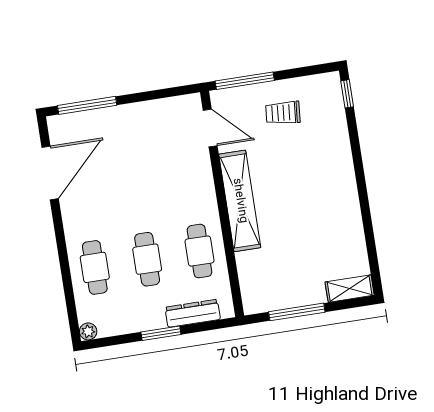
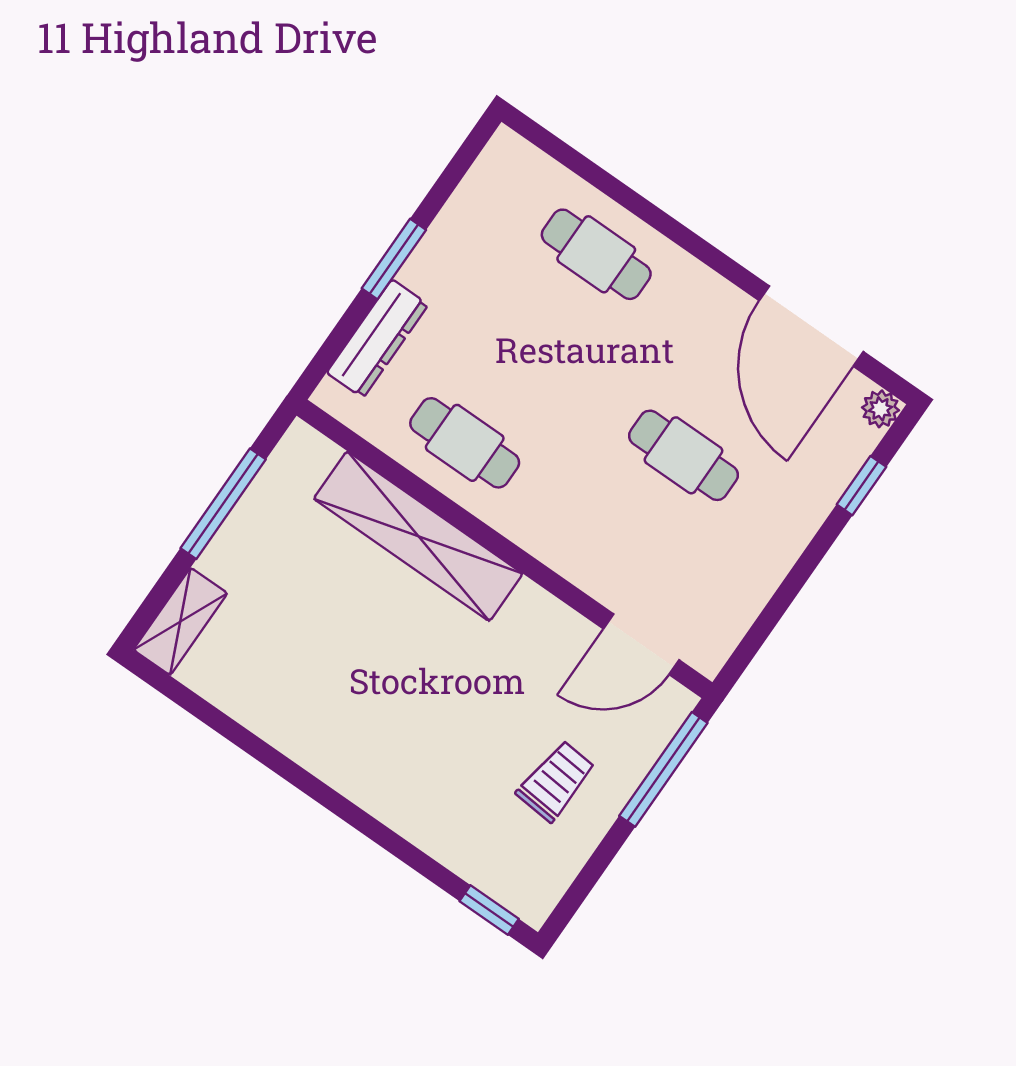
window: (87, 105) -> (861, 486), width x0.46
shelving: (240, 201) -> (418, 536), moved
cafe table: (147, 259) -> (683, 455), moved
plant: (88, 331) -> (880, 409), moved

